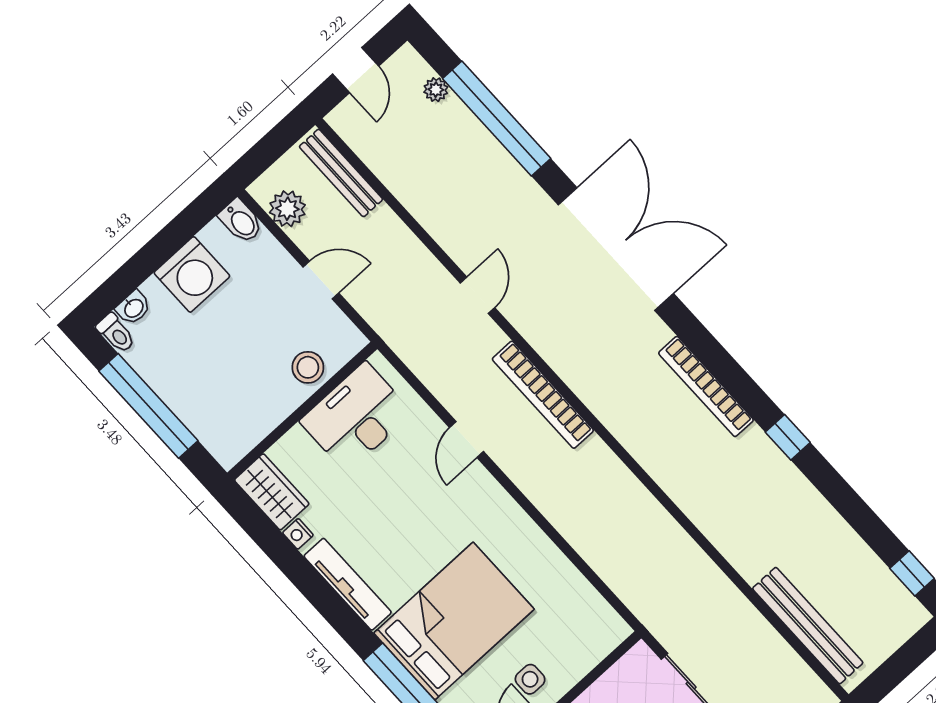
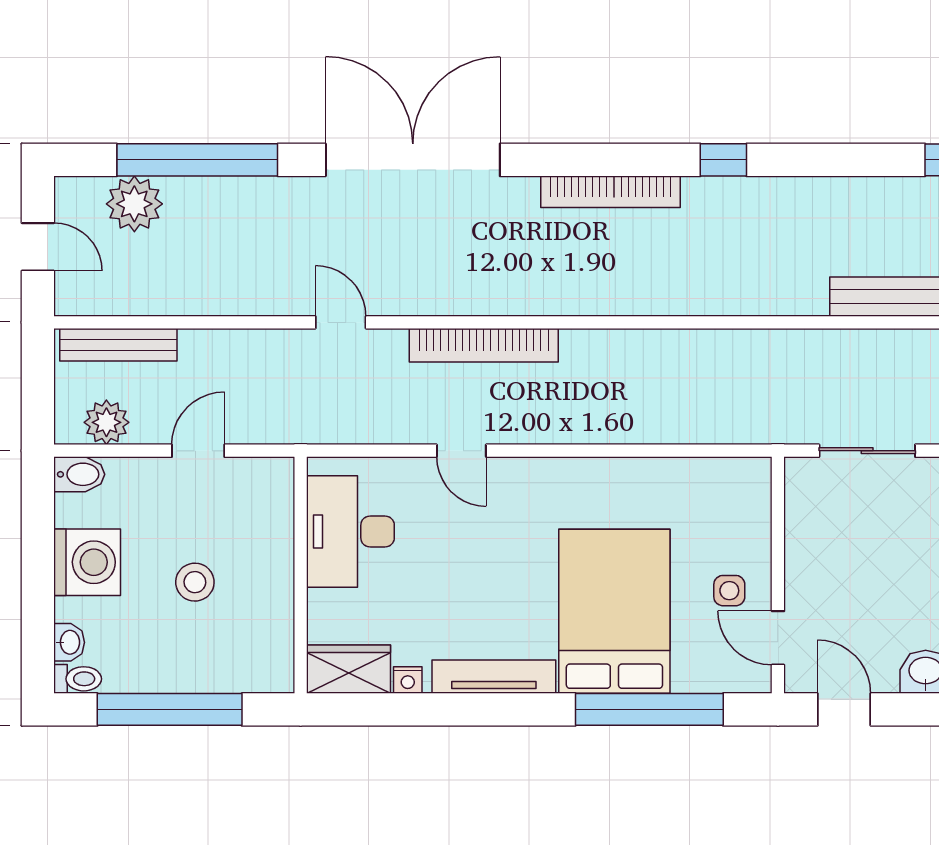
plant: (436, 90) -> (134, 204), width x1.88, depth x1.88
stool: (308, 367) -> (195, 582), moved

